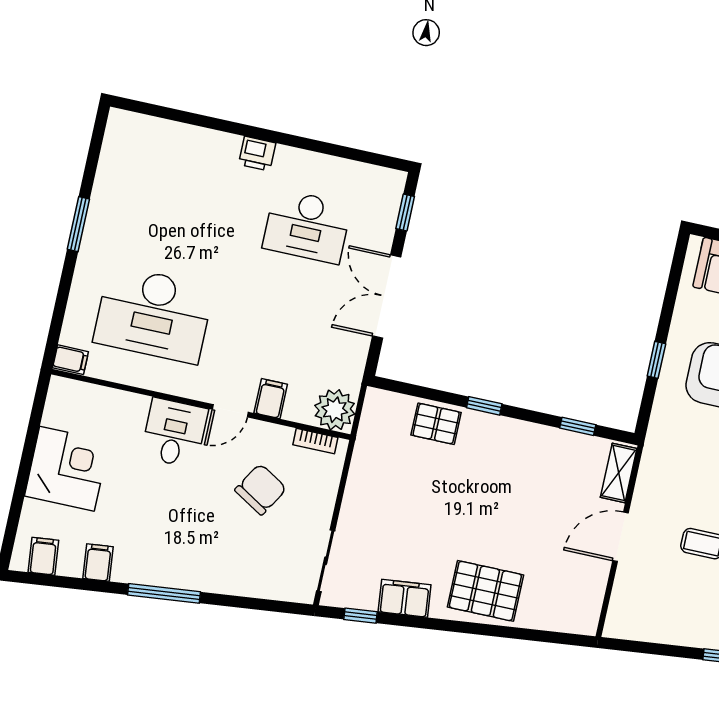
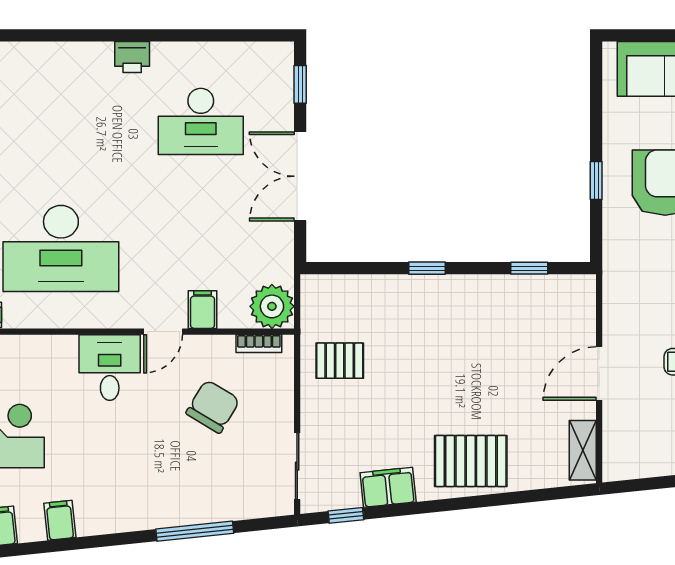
pallet: (436, 424) -> (340, 361), moved
shelving: (619, 473) -> (583, 450), moved
window: (164, 593) -> (195, 531), moved

